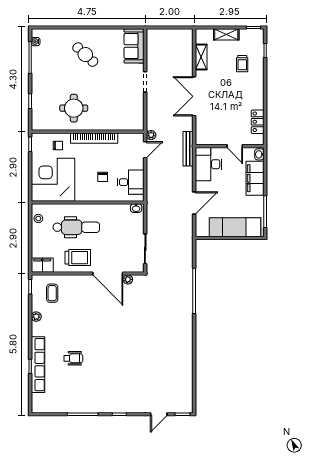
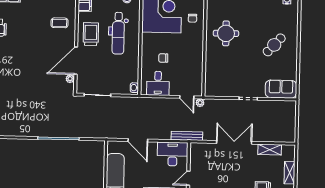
bookcase: (94, 138) -> (198, 51), removed
trolley: (78, 258) -> (91, 34), turned 180
coffee table: (52, 293) -> (60, 23), moved

